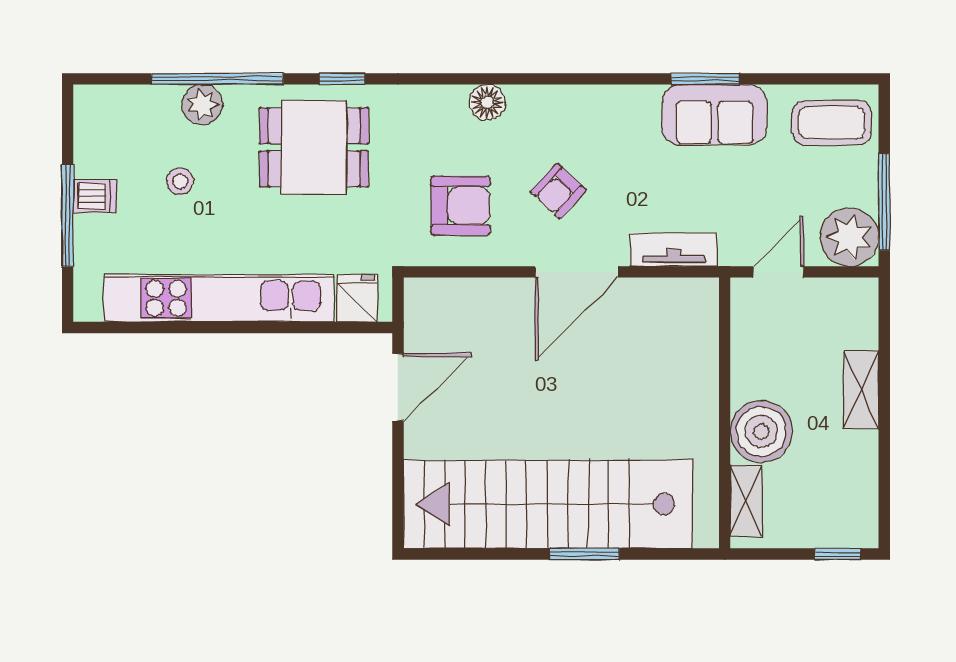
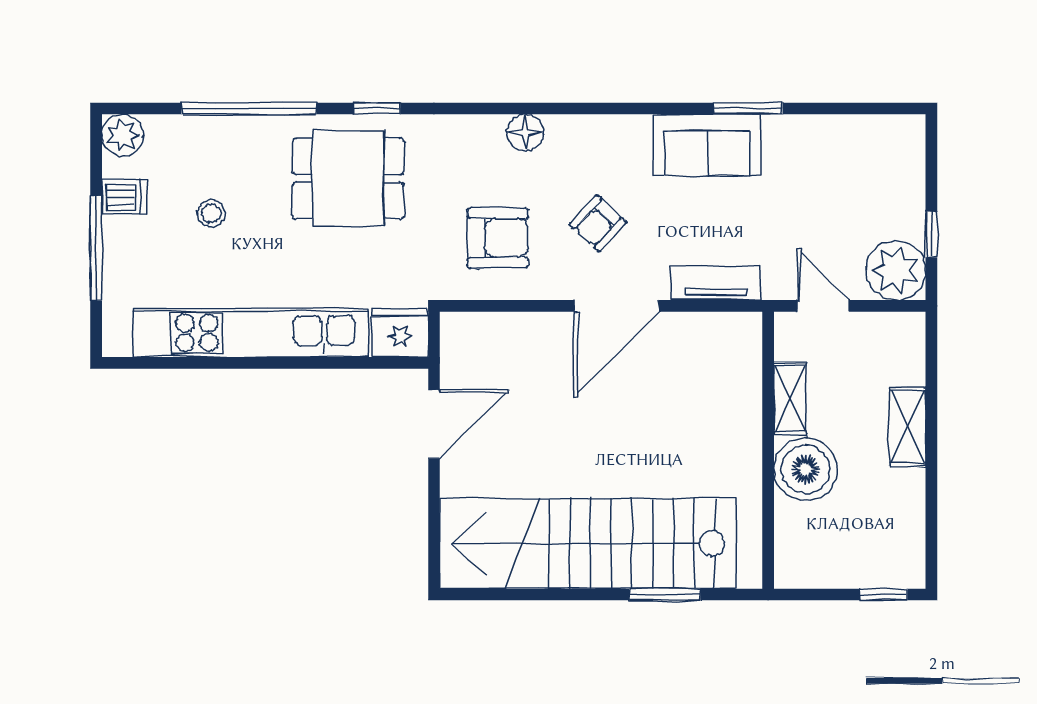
plant: (202, 105) -> (123, 135), moved
sofa: (714, 115) -> (707, 145), moved
coffee table: (832, 123) -> (878, 153), removed
dishwasher: (95, 196) -> (124, 197), moved
window: (884, 202) -> (931, 234), width x0.46
door: (778, 272) -> (823, 306), hinge flipped
fridge: (357, 298) -> (400, 333), width x1.38
shelving: (746, 501) -> (790, 398), moved
window: (585, 554) -> (665, 594), moved

